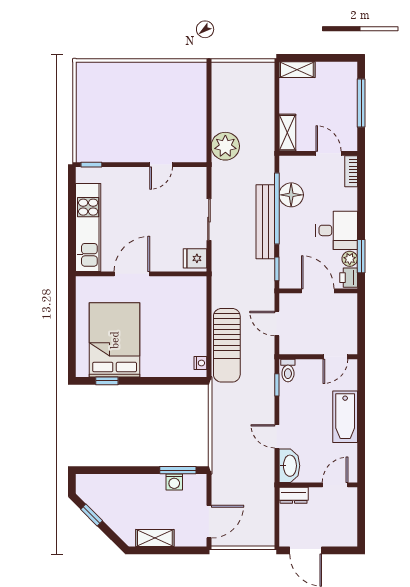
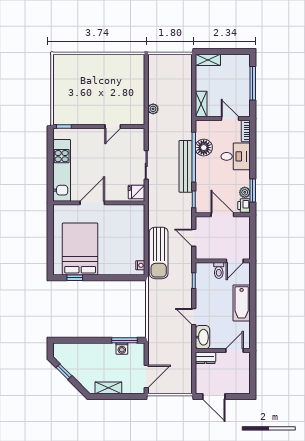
plant: (225, 146) -> (153, 109), width x0.53, depth x0.53
desk: (337, 230) -> (236, 156), moved
toilet: (288, 370) -> (219, 271), moved

